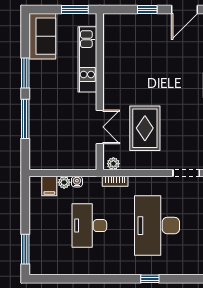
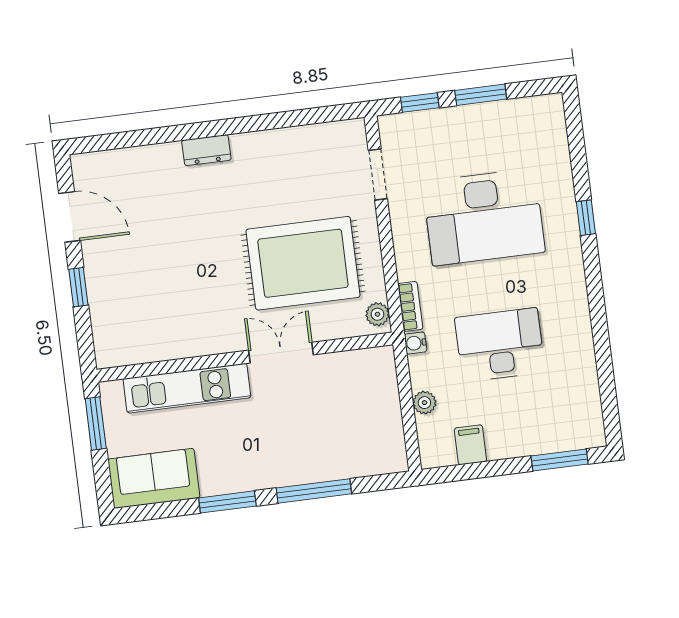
double door: (100, 127) -> (281, 353), moved
rug: (145, 128) -> (303, 263), width x1.37, depth x1.44
water cooler: (77, 182) -> (415, 343), moved
filing cabinet: (49, 186) -> (470, 445), moved, turned -90
desk: (89, 226) -> (500, 345), turned 180

